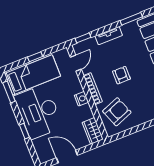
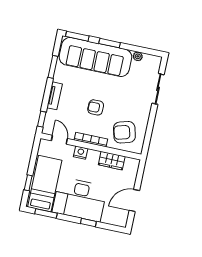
window: (35, 57) -> (28, 183), moved
nightstand: (81, 99) -> (81, 153), moved
armchair: (117, 112) -> (124, 132), turned -84
wardrobe: (93, 131) -> (112, 161), moved

